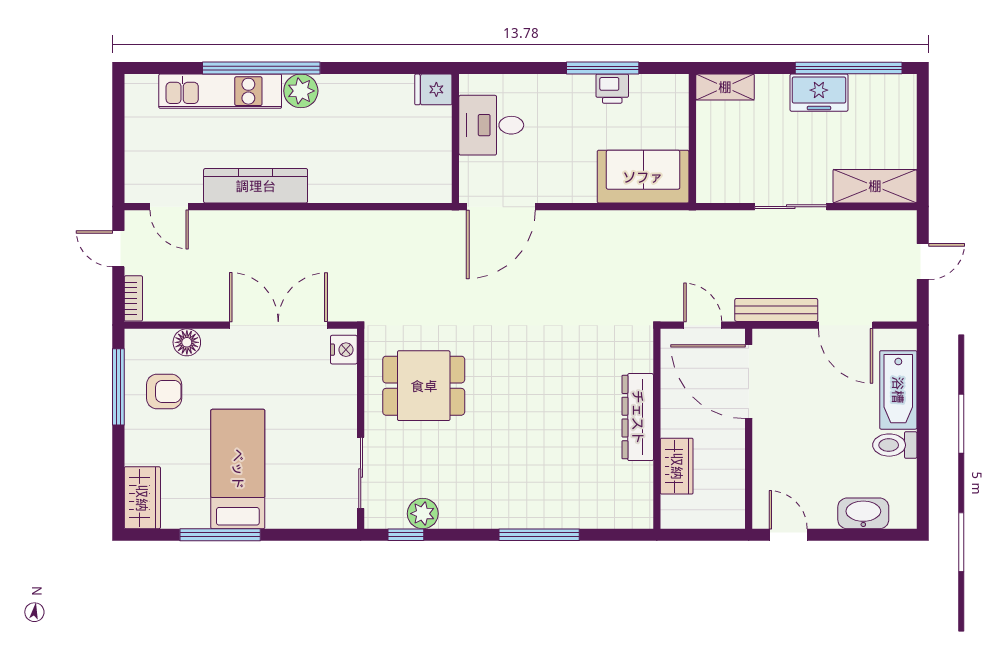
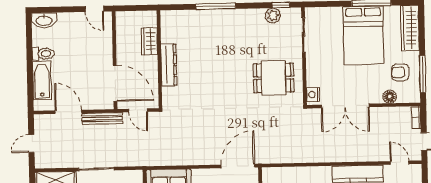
bed: (238, 469) -> (363, 35), width x1.50
wardrobe: (142, 498) -> (410, 28), width x1.50
washbasin: (863, 513) -> (44, 20), moved

